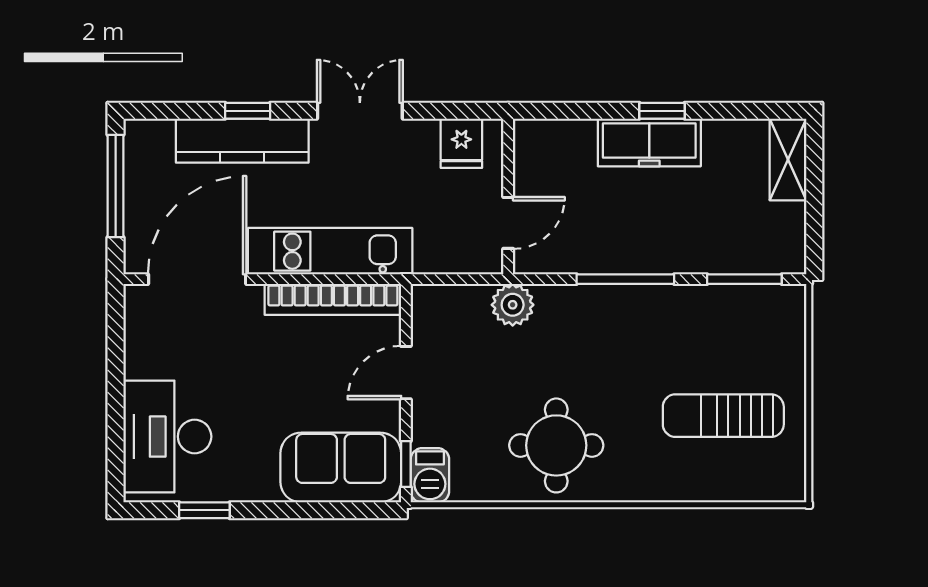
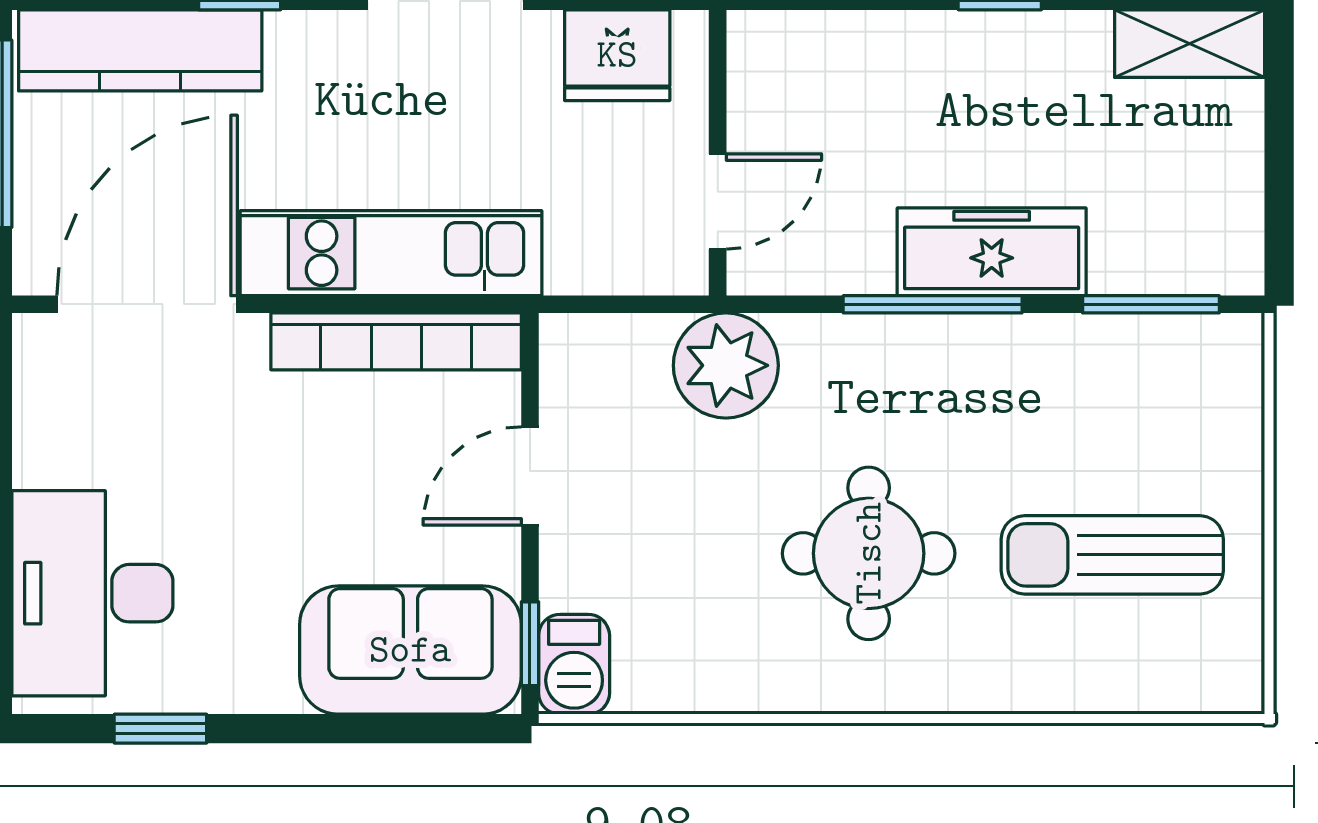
kitchen counter: (242, 141) -> (140, 50), moved
freezer: (649, 142) -> (992, 252), moved, turned 180
fridge: (461, 143) -> (617, 55), width x1.38
shelving: (788, 159) -> (1190, 44), moved, turned 90
plant: (513, 305) -> (726, 365), width x1.36, depth x1.36
round table: (556, 445) -> (869, 553), moved

